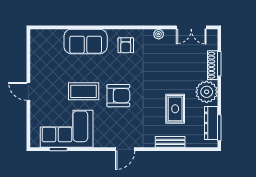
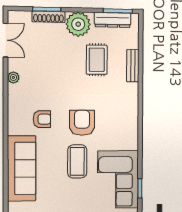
sofa: (86, 41) -> (22, 168), width x1.36
armchair: (126, 45) -> (42, 119), moved
rug: (175, 109) -> (97, 60), turned 90
door: (125, 149) -> (140, 115), removed

